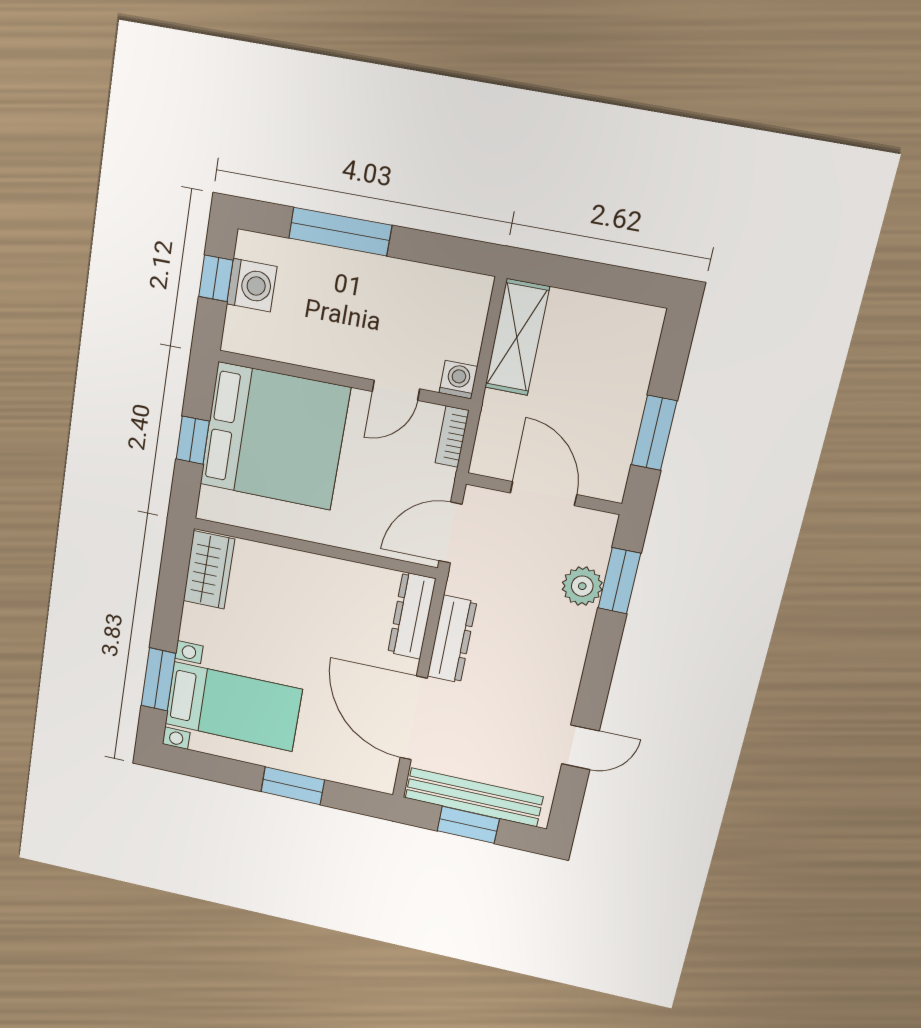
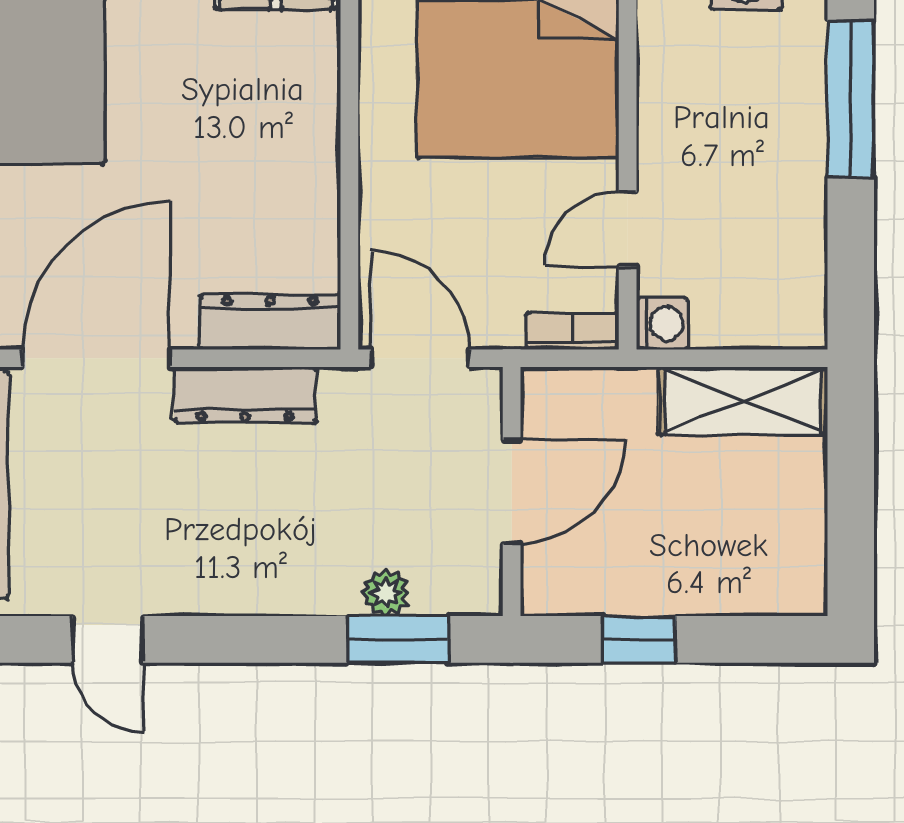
door: (396, 390) -> (628, 229), hinge flipped
window: (654, 433) -> (639, 639), width x0.67
plant: (582, 586) -> (386, 593), width x0.73, depth x0.73

